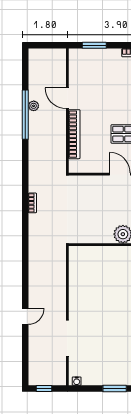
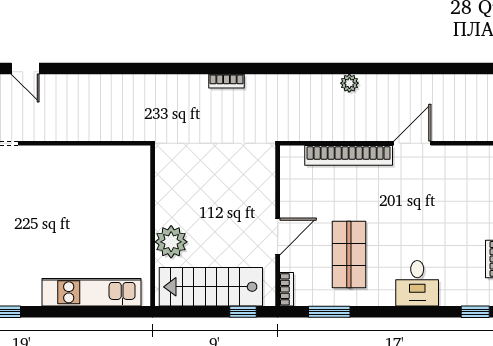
plant: (34, 106) -> (349, 83), moved
window: (25, 115) -> (383, 68), removed

